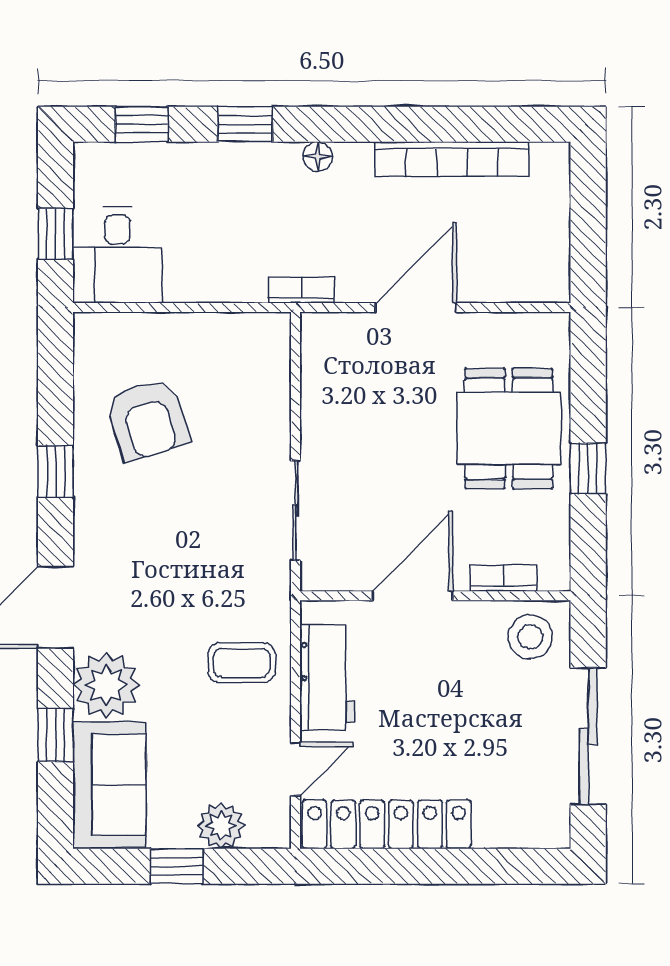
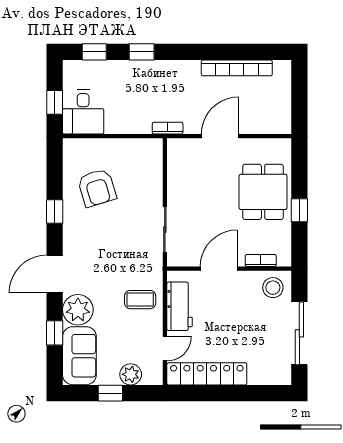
floor lamp: (318, 156) -> (175, 67), removed

